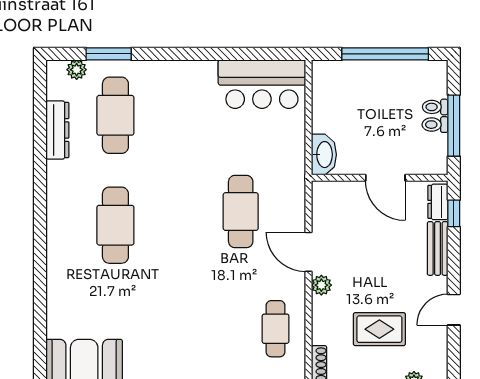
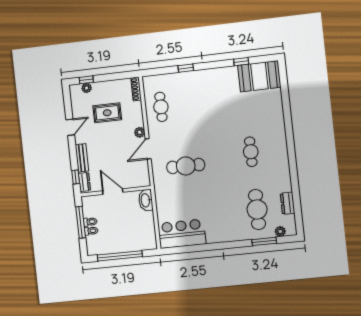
dresser: (57, 130) -> (288, 203), width x0.70
cafe table: (241, 212) -> (186, 166), turned 90
cafe table: (115, 225) -> (251, 152), width x0.73, depth x0.74
door: (309, 252) -> (148, 149), swing flipped

